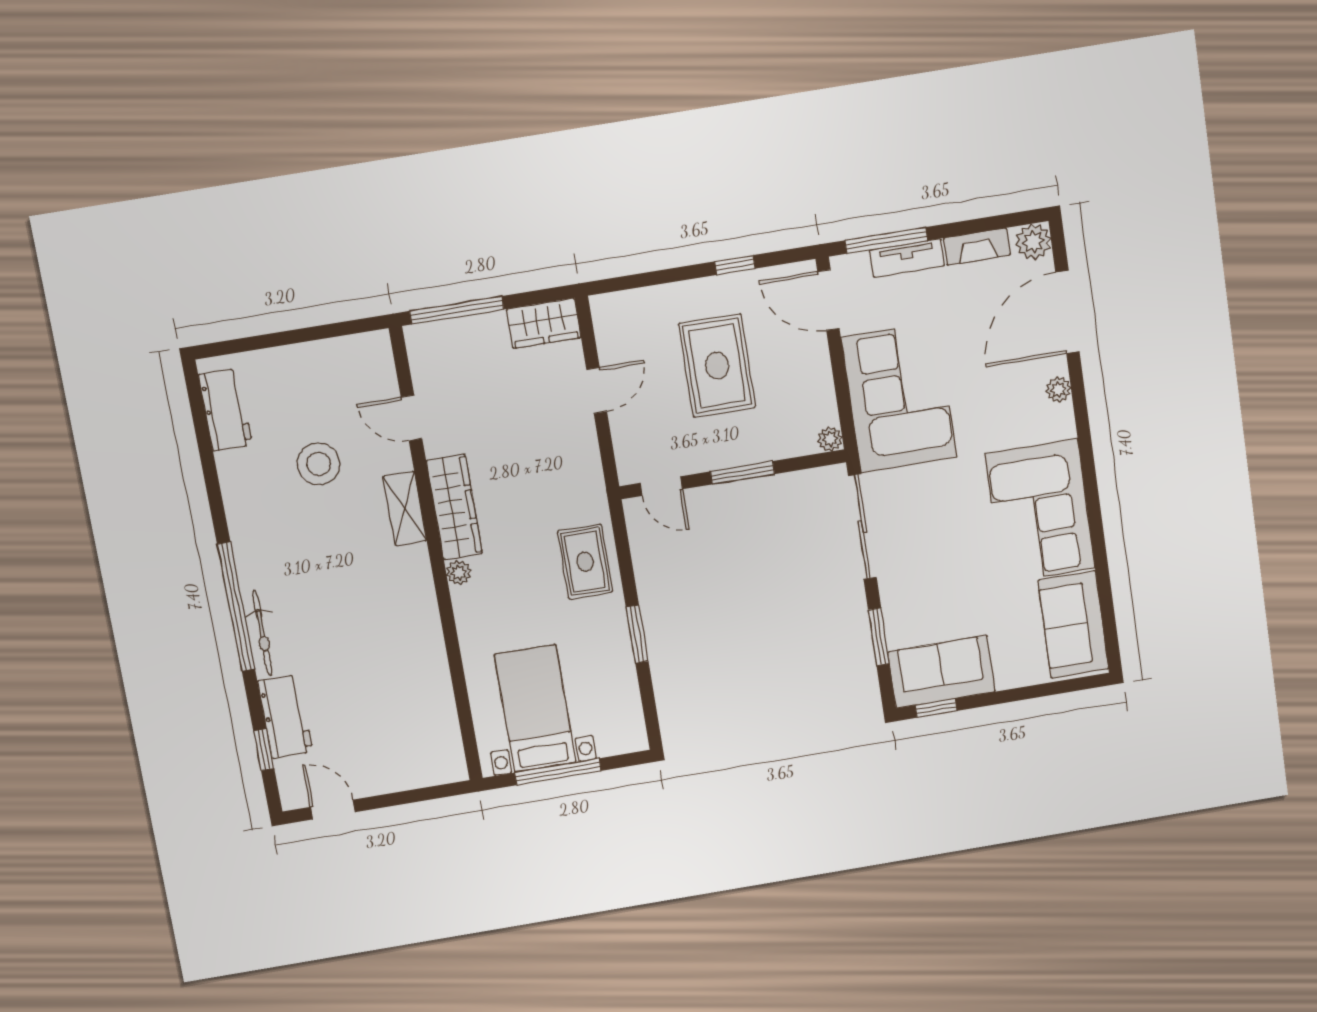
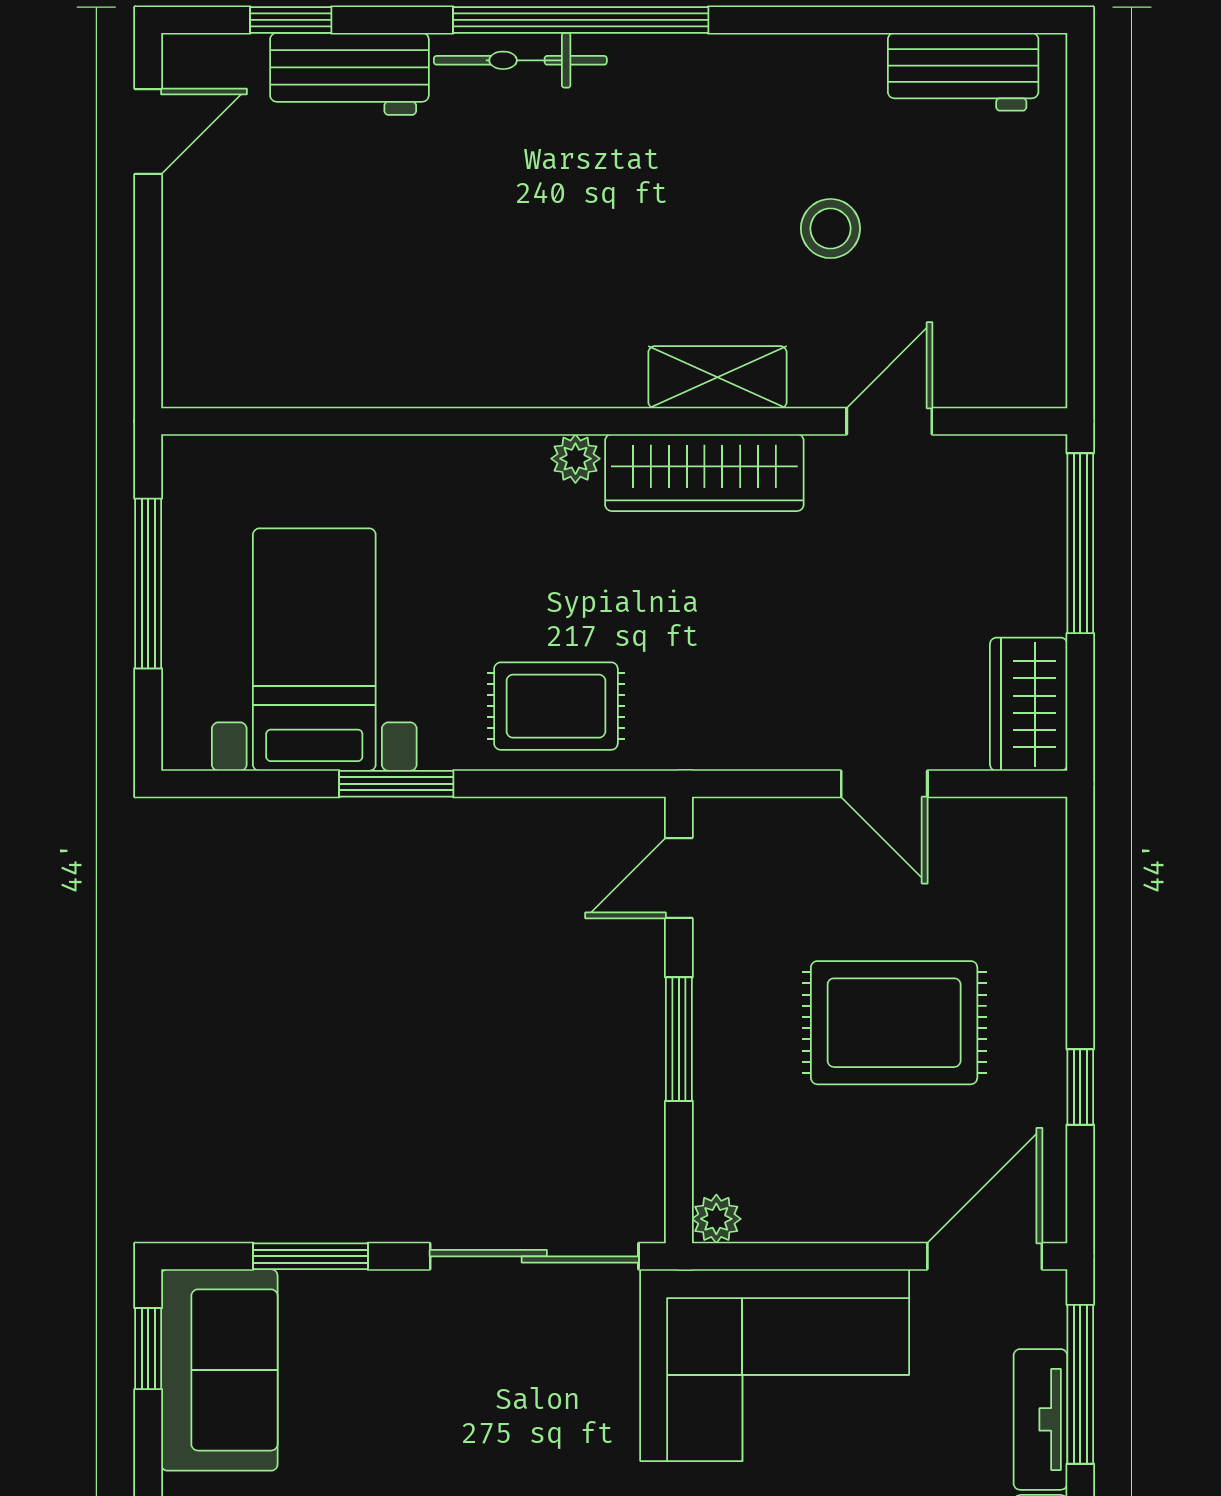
stool: (319, 464) -> (830, 229), width x0.73, depth x0.73
bed with nightstands: (535, 709) -> (314, 650), moved, turned -90

